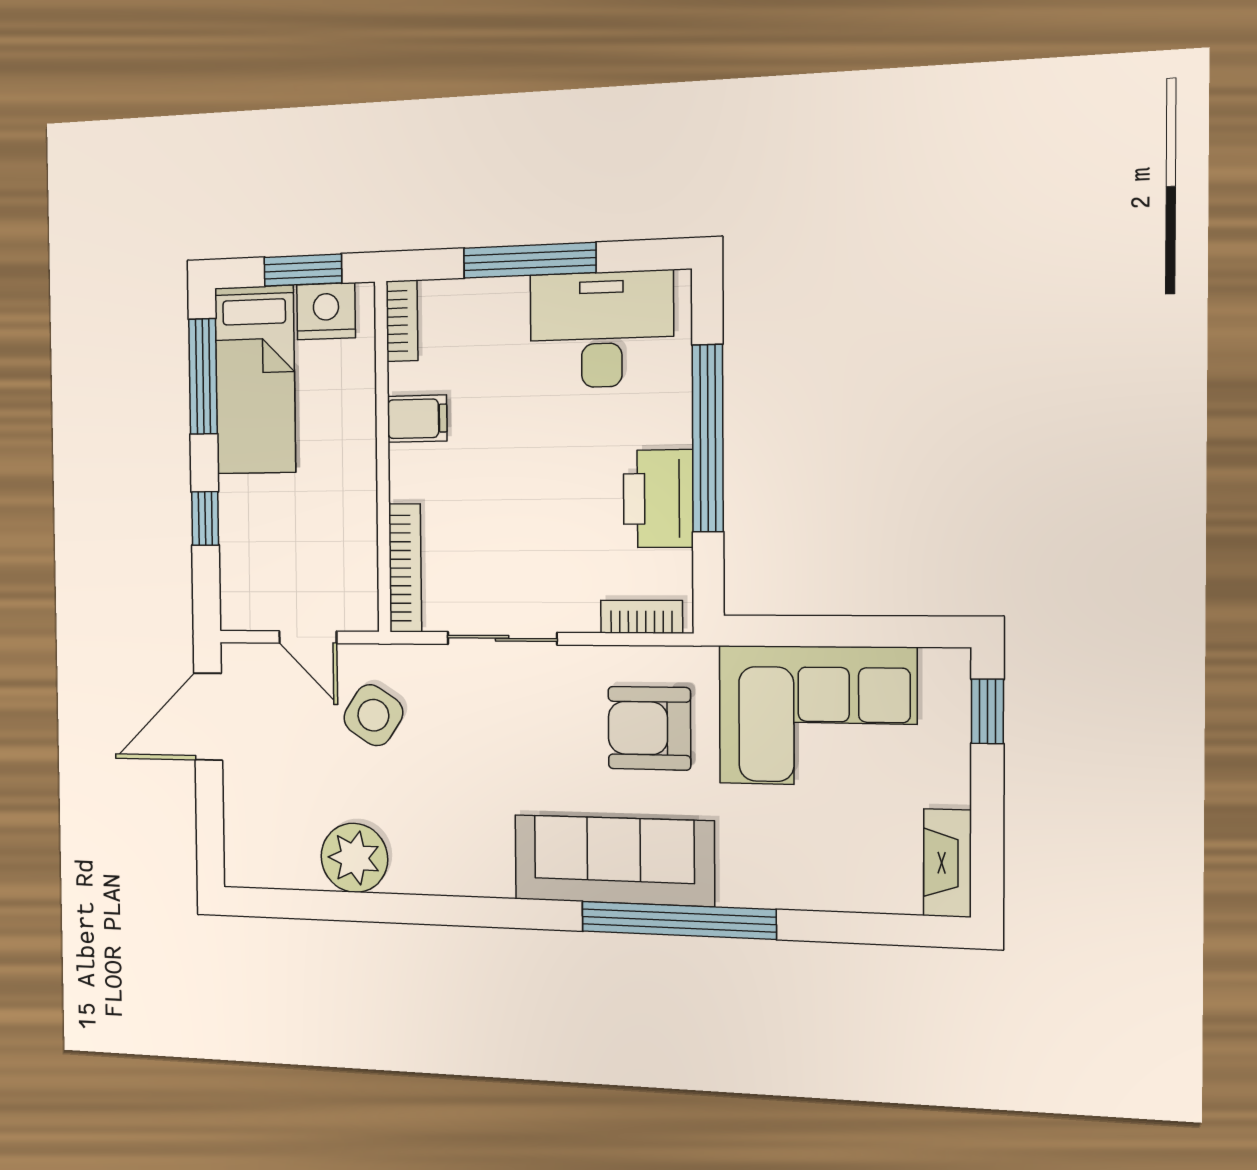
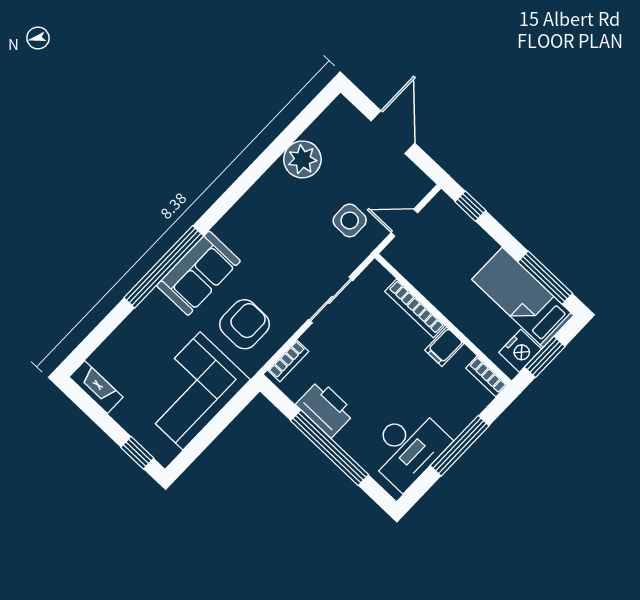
window: (205, 518) -> (470, 206), moved
bookcase: (405, 568) -> (415, 308), moved
side table: (373, 715) -> (350, 220), turned -33
door: (208, 717) -> (393, 132), moved
sofa: (614, 860) -> (199, 273), width x0.73

